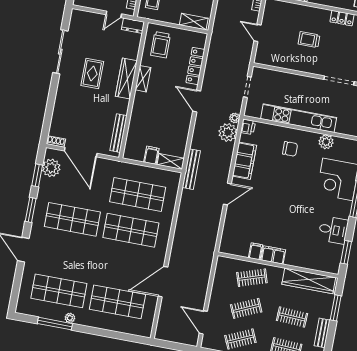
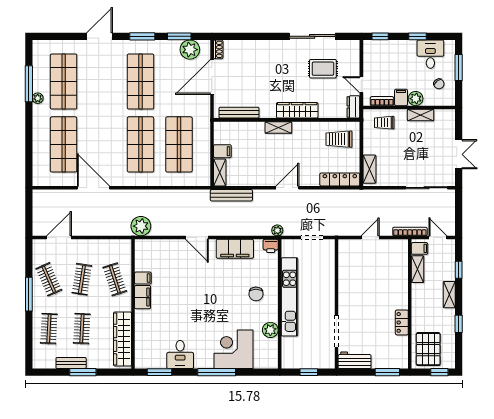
trolley: (309, 40) -> (373, 292), removed
locker: (195, 66) -> (340, 179), moved
rug: (92, 74) -> (323, 69), moved
shelving: (143, 79) -> (278, 127), moved
plant: (228, 132) -> (141, 226), moved
bench: (191, 169) -> (231, 195), moved
clothes rail: (246, 308) -> (82, 279), turned 33
window: (336, 308) -> (83, 372), moved

